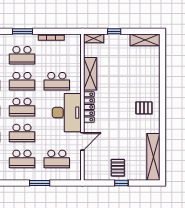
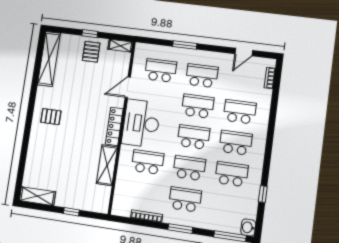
shelving: (94, 38) -> (120, 46), moved

